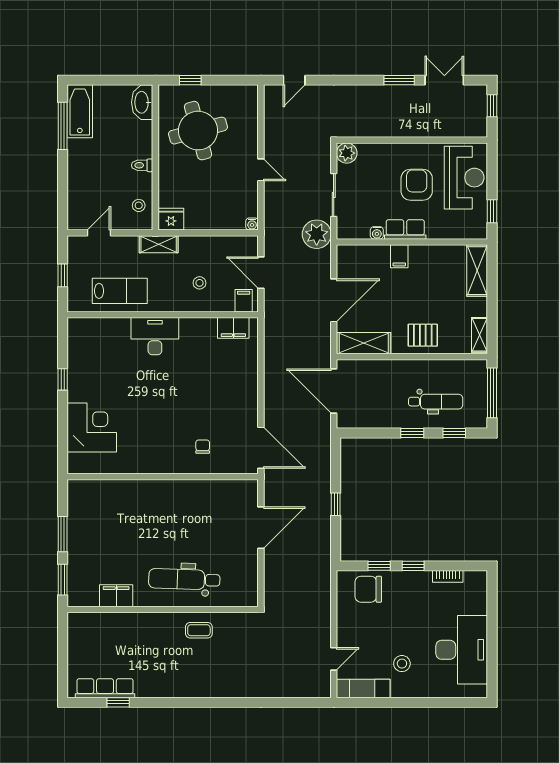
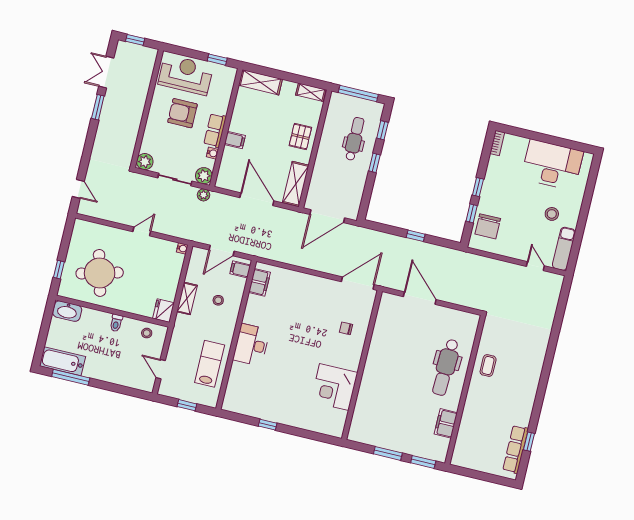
plant: (347, 229) -> (204, 176), added
plant: (317, 234) -> (203, 195), width x0.53, depth x0.53
shelving: (159, 244) -> (187, 298), moved
corner desk: (92, 428) -> (334, 387), moved, turned -90
bookcase: (448, 576) -> (497, 143), moved

